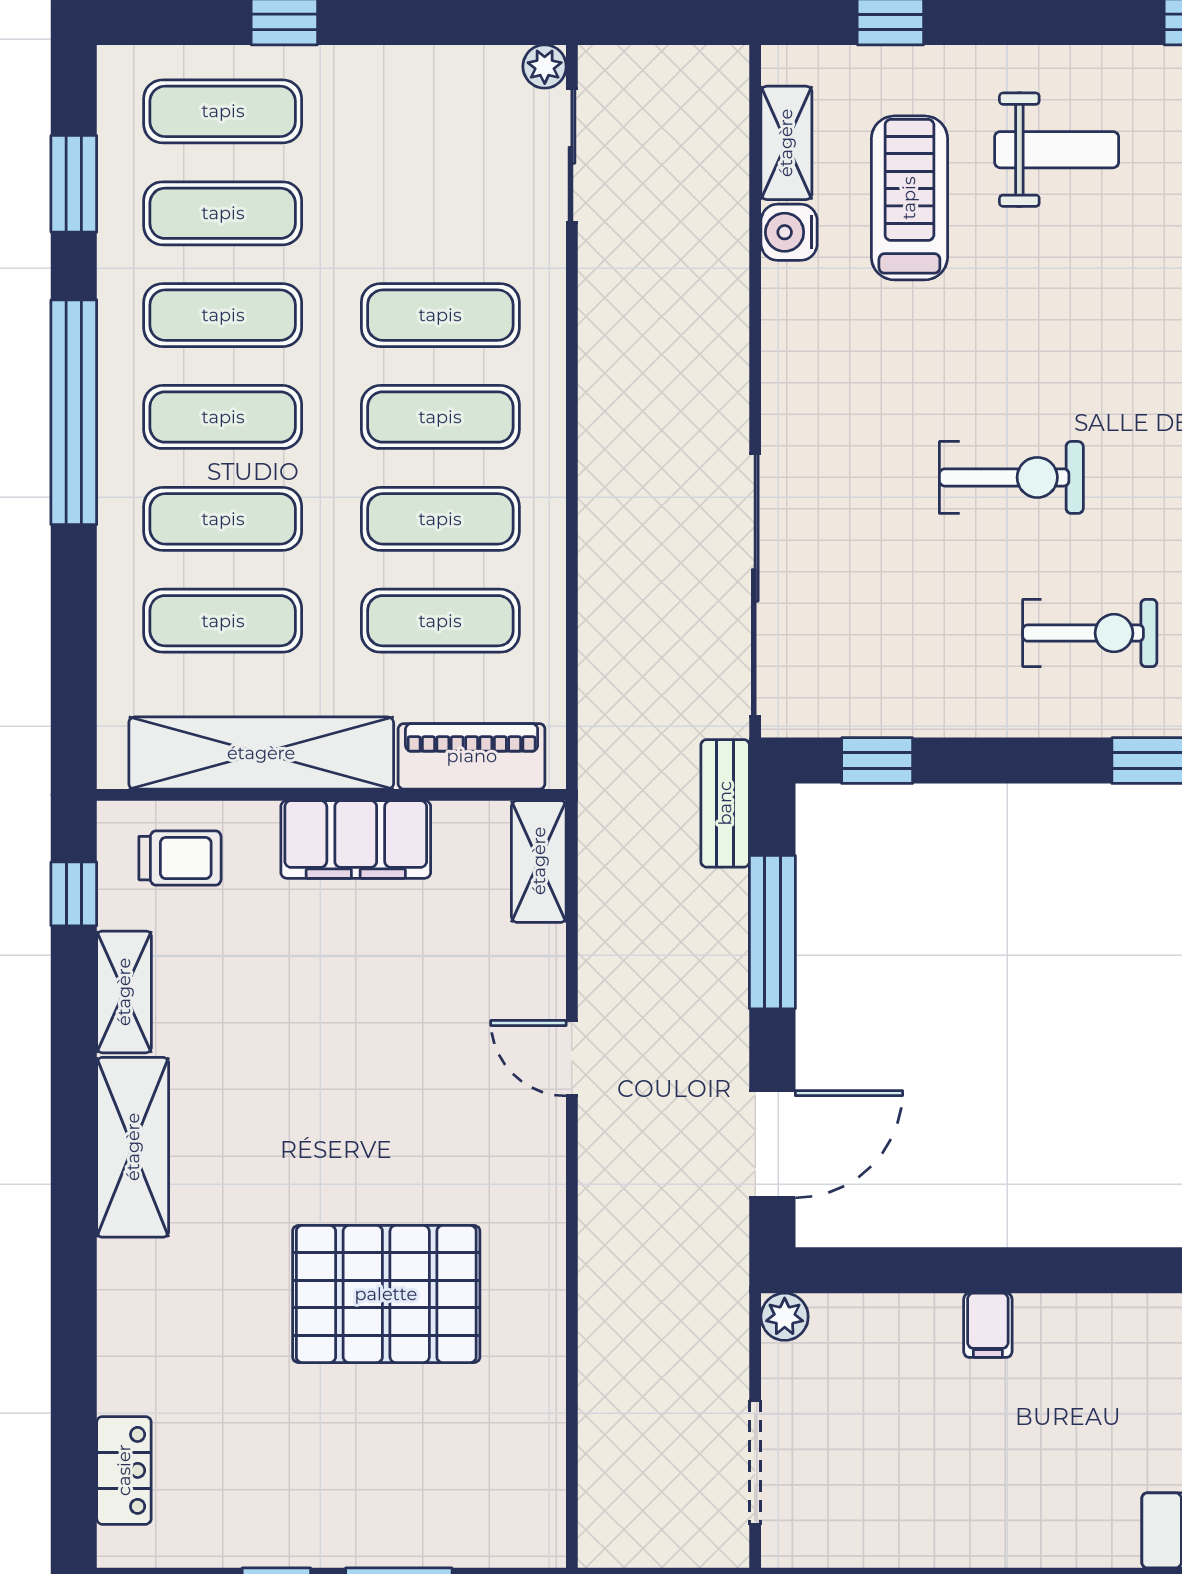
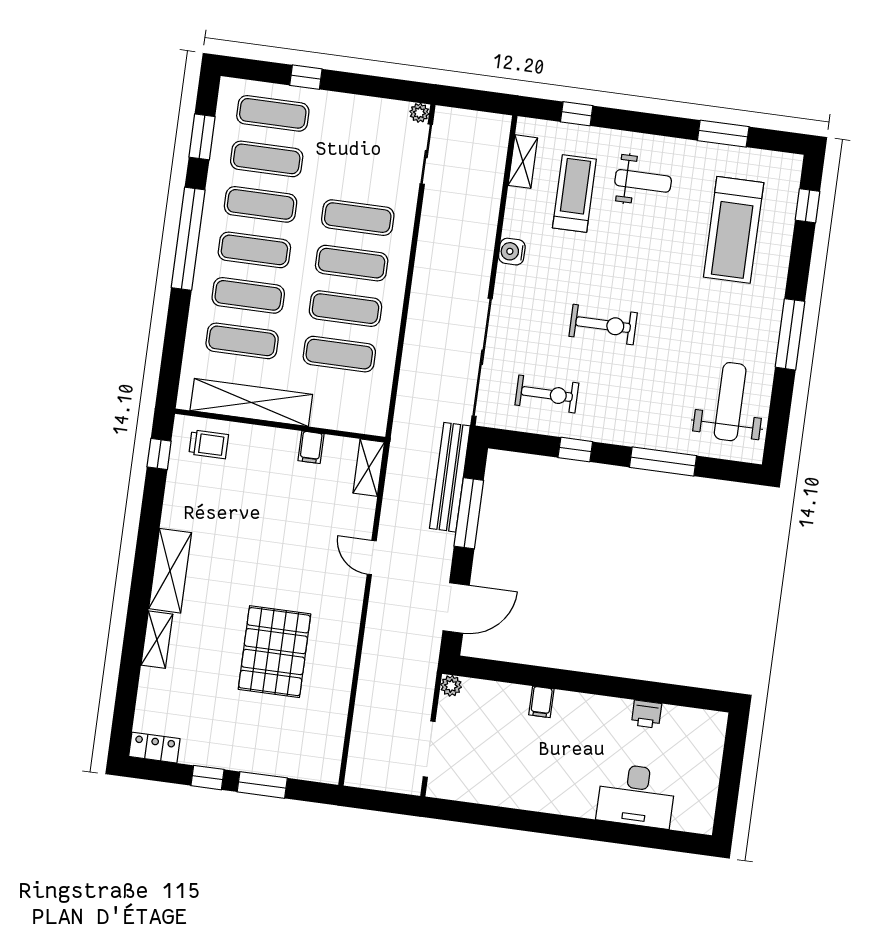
water cooler: (789, 232) -> (512, 252), moved
exercise bike: (1090, 633) -> (547, 394), moved
piano: (472, 756) -> (345, 417), removed
window: (877, 761) -> (575, 450), moved
bench: (725, 803) -> (450, 477), width x1.86, depth x1.21
filing cabinet: (356, 839) -> (311, 447), width x0.33, depth x0.86
shelving: (124, 992) -> (157, 640), moved
pallet: (386, 1294) -> (274, 652), turned 90
locker: (124, 1470) -> (154, 748), moved, turned -90

